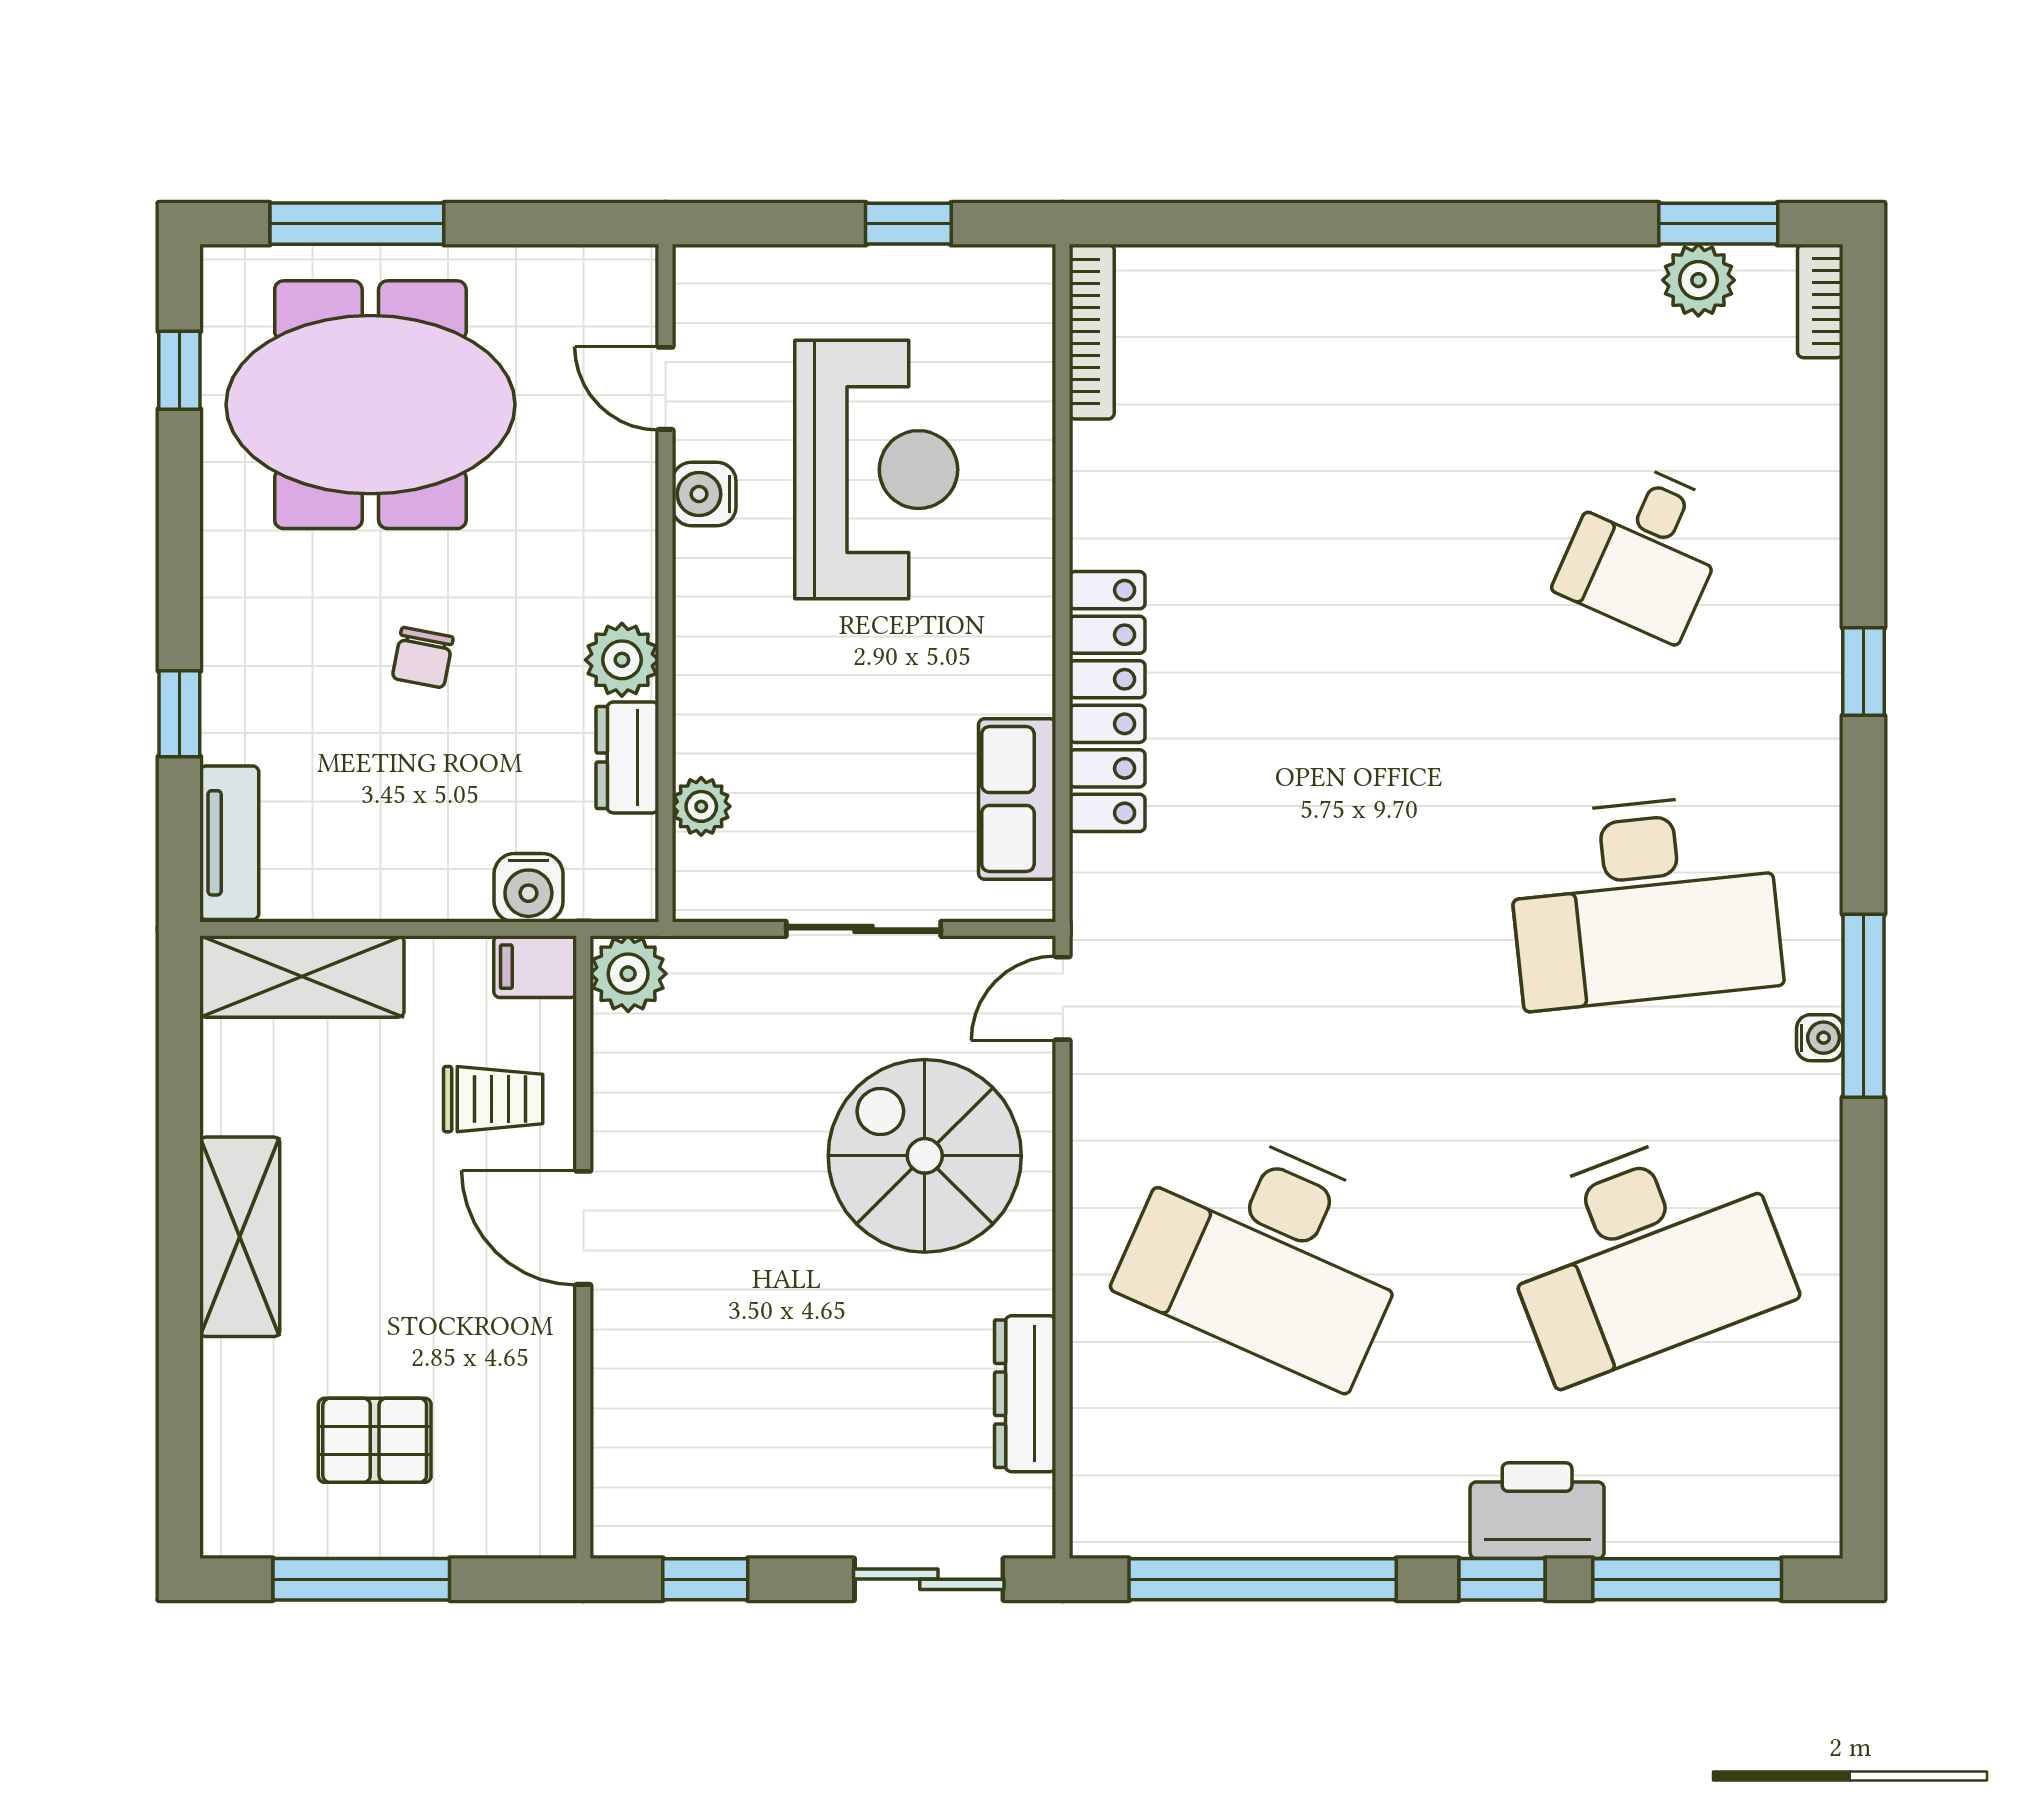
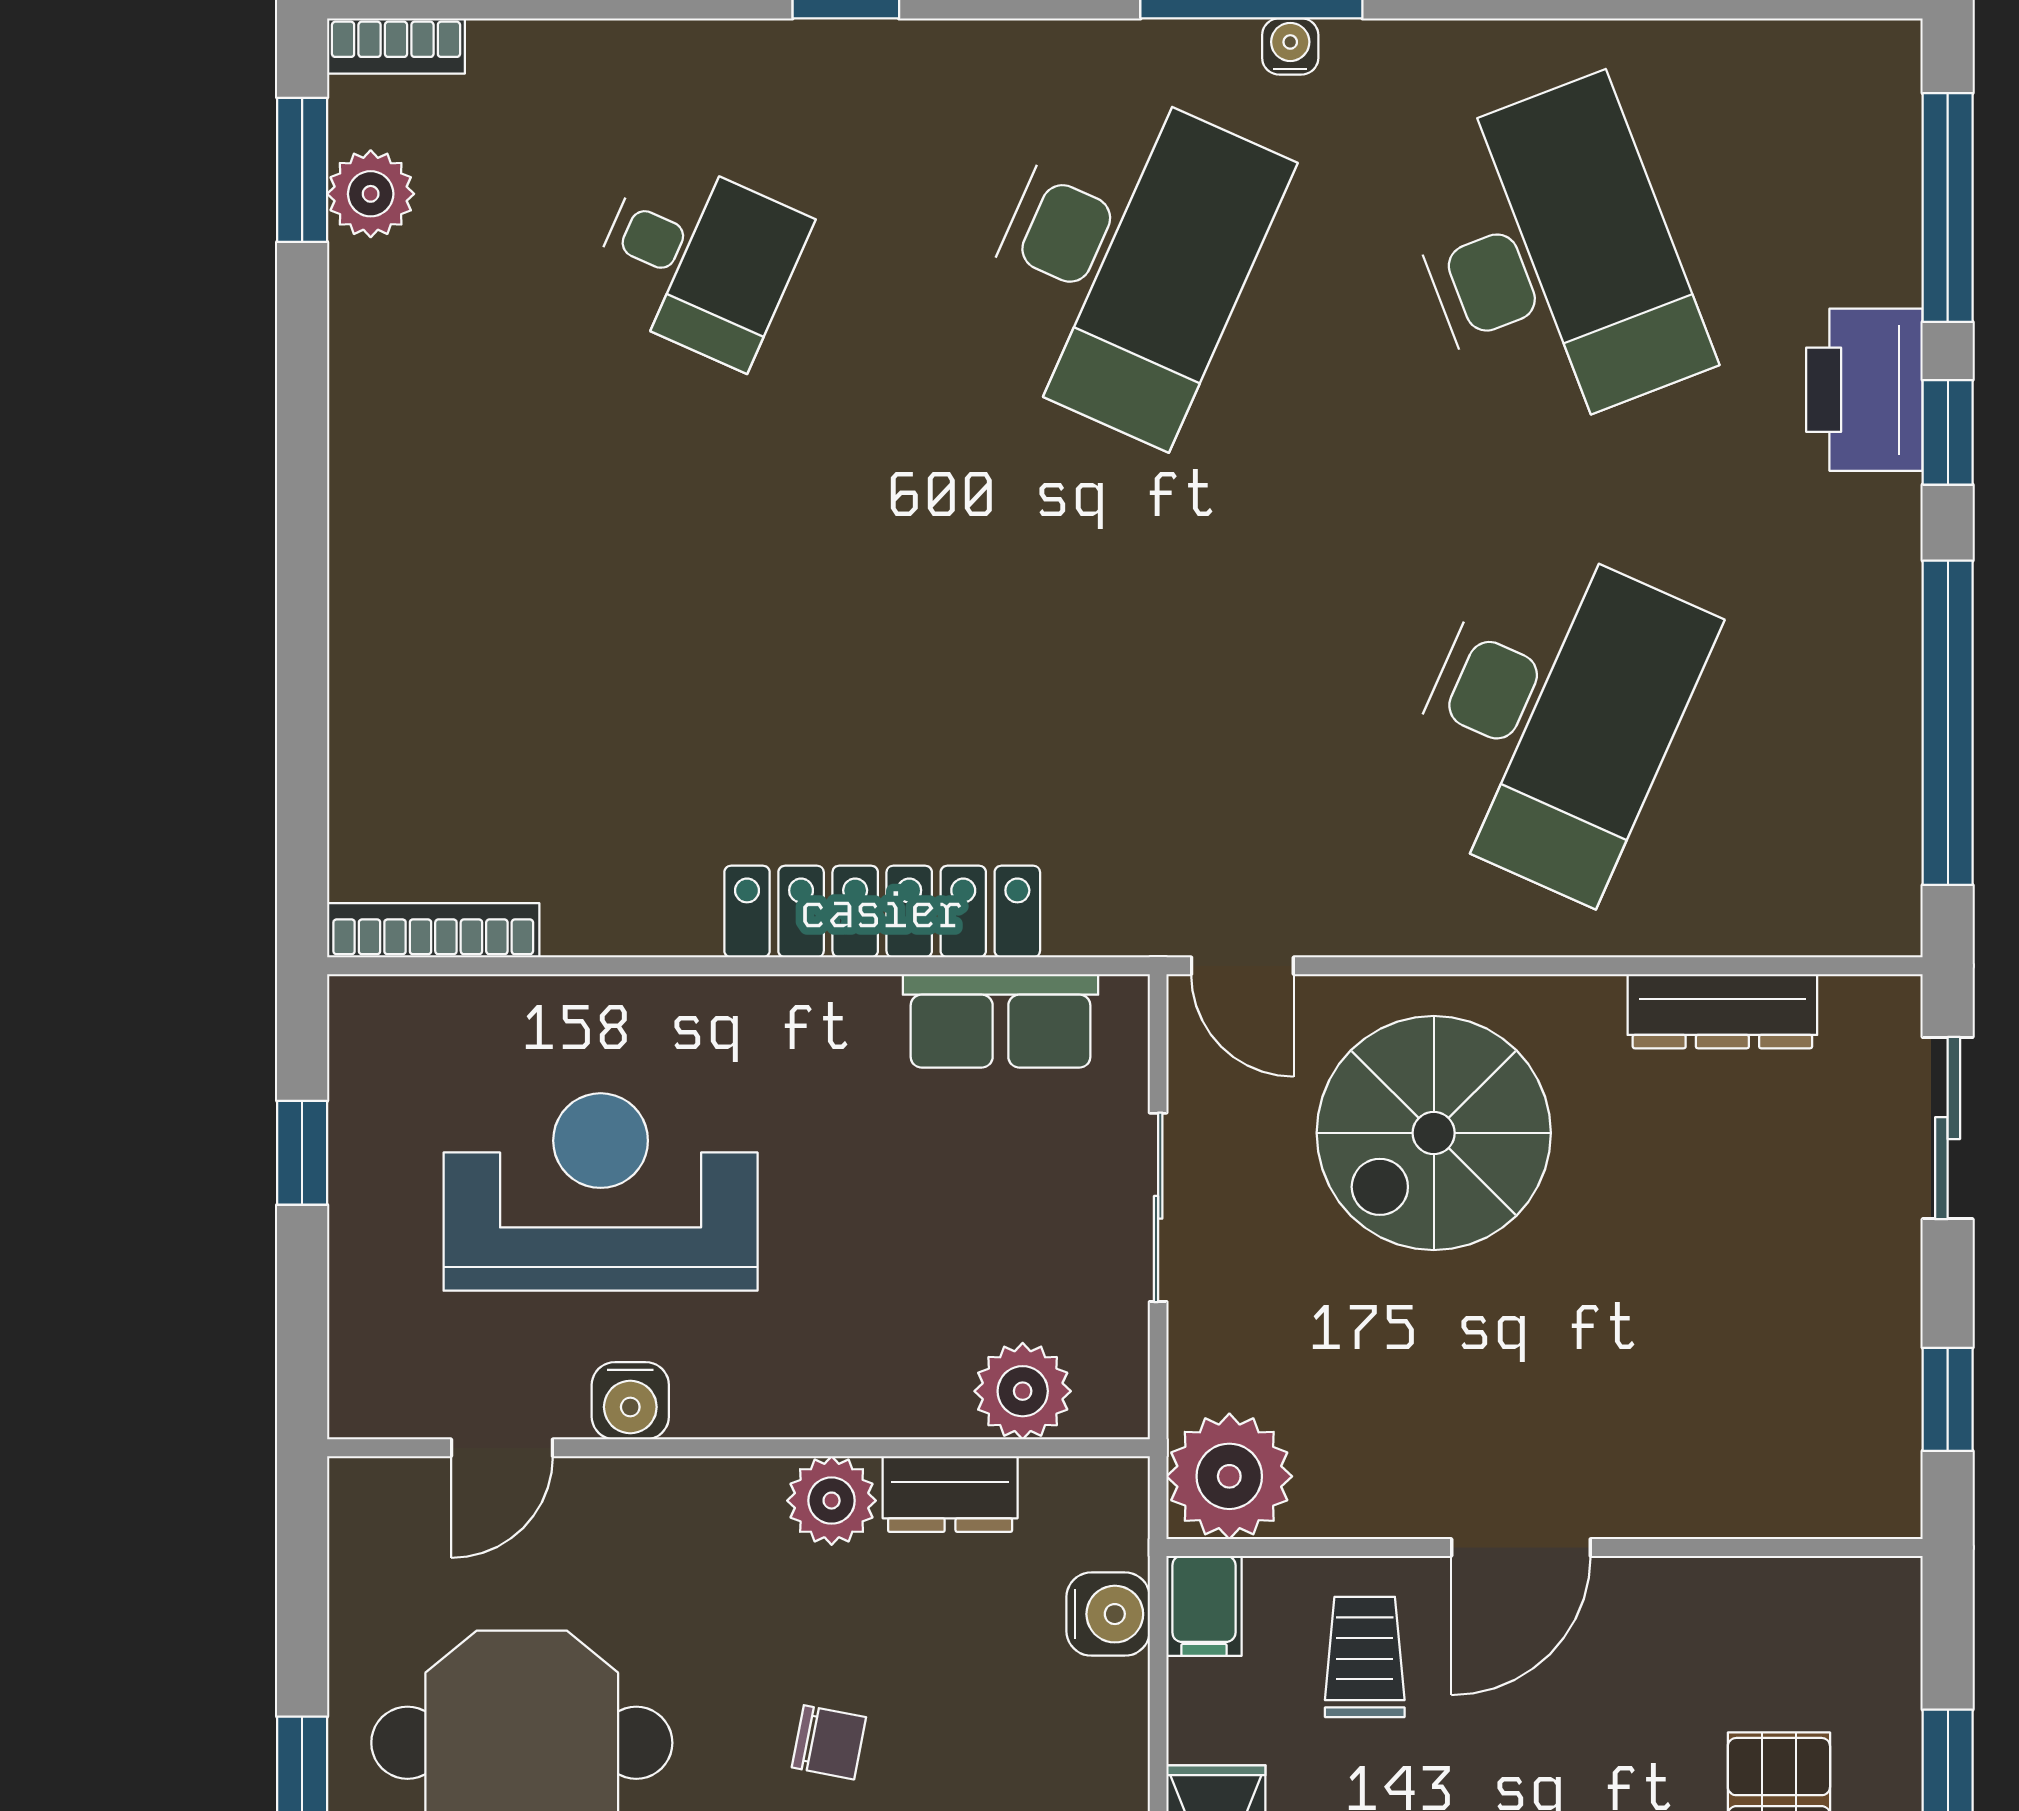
plant: (701, 806) -> (1023, 1391), width x1.38, depth x1.38
desk: (1644, 901) -> (1125, 260), turned 30
plant: (628, 974) -> (1229, 1476), width x1.36, depth x1.36

